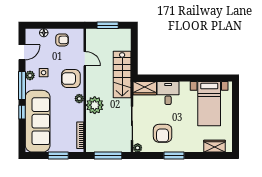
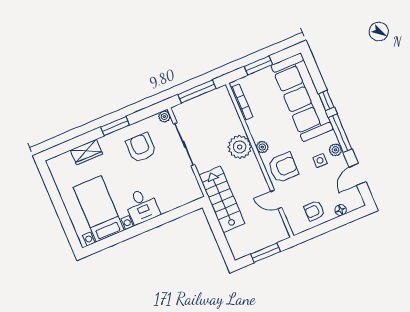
wardrobe: (145, 88) -> (187, 194), removed
desk: (168, 93) -> (142, 206), moved
wardrobe: (214, 146) -> (86, 152), moved

